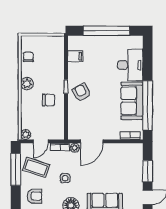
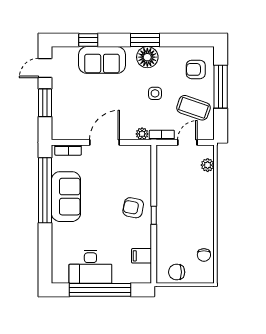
desk: (130, 65) -> (90, 267), moved, turned -90
plant: (27, 84) -> (206, 219), removed
armchair: (81, 92) -> (133, 208), turned 129
chair: (49, 100) -> (177, 272), moved
plant: (26, 135) -> (208, 165), moved
door: (92, 141) -> (105, 142), moved
window: (16, 170) -> (221, 87), moved

